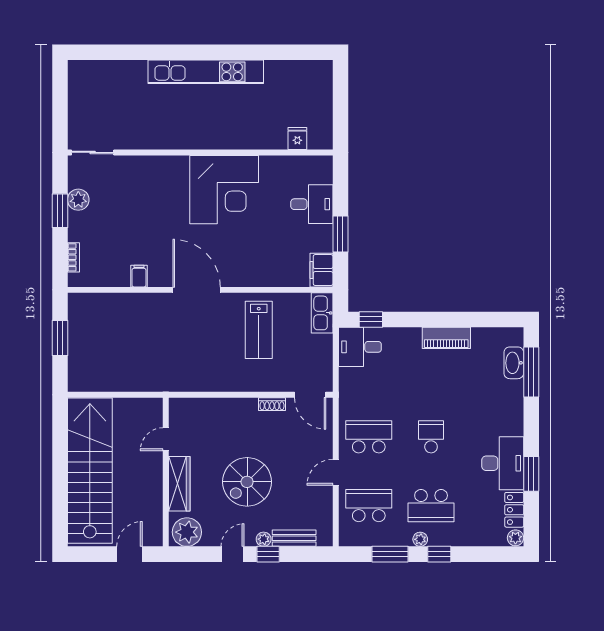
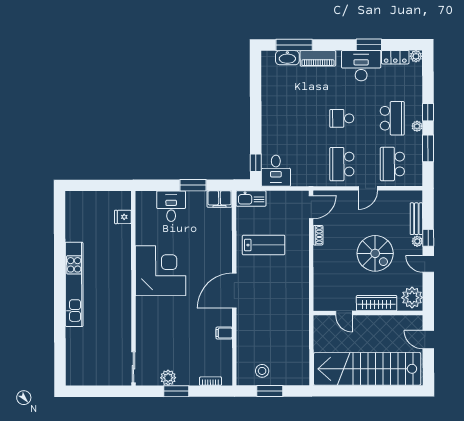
stool: (87, 328) -> (262, 371), added
piano: (446, 338) -> (318, 58), moved, turned 90
door: (336, 472) -> (368, 188), hinge flipped

